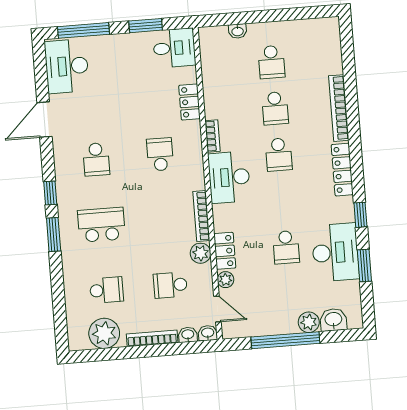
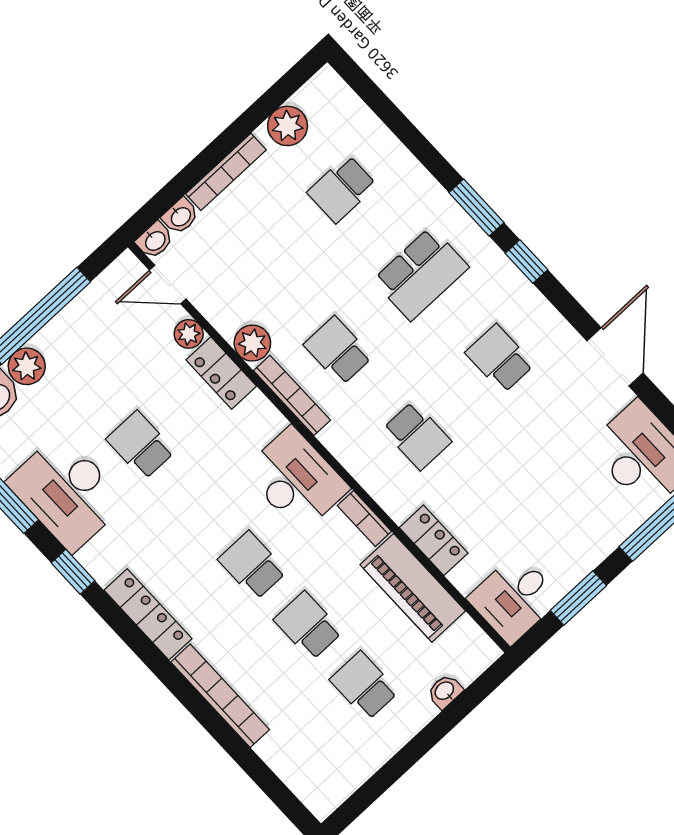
piano: (215, 88) -> (413, 588), added
school desk: (170, 285) -> (338, 351), moved, turned -90
plant: (104, 333) -> (288, 126), width x0.73, depth x0.73

